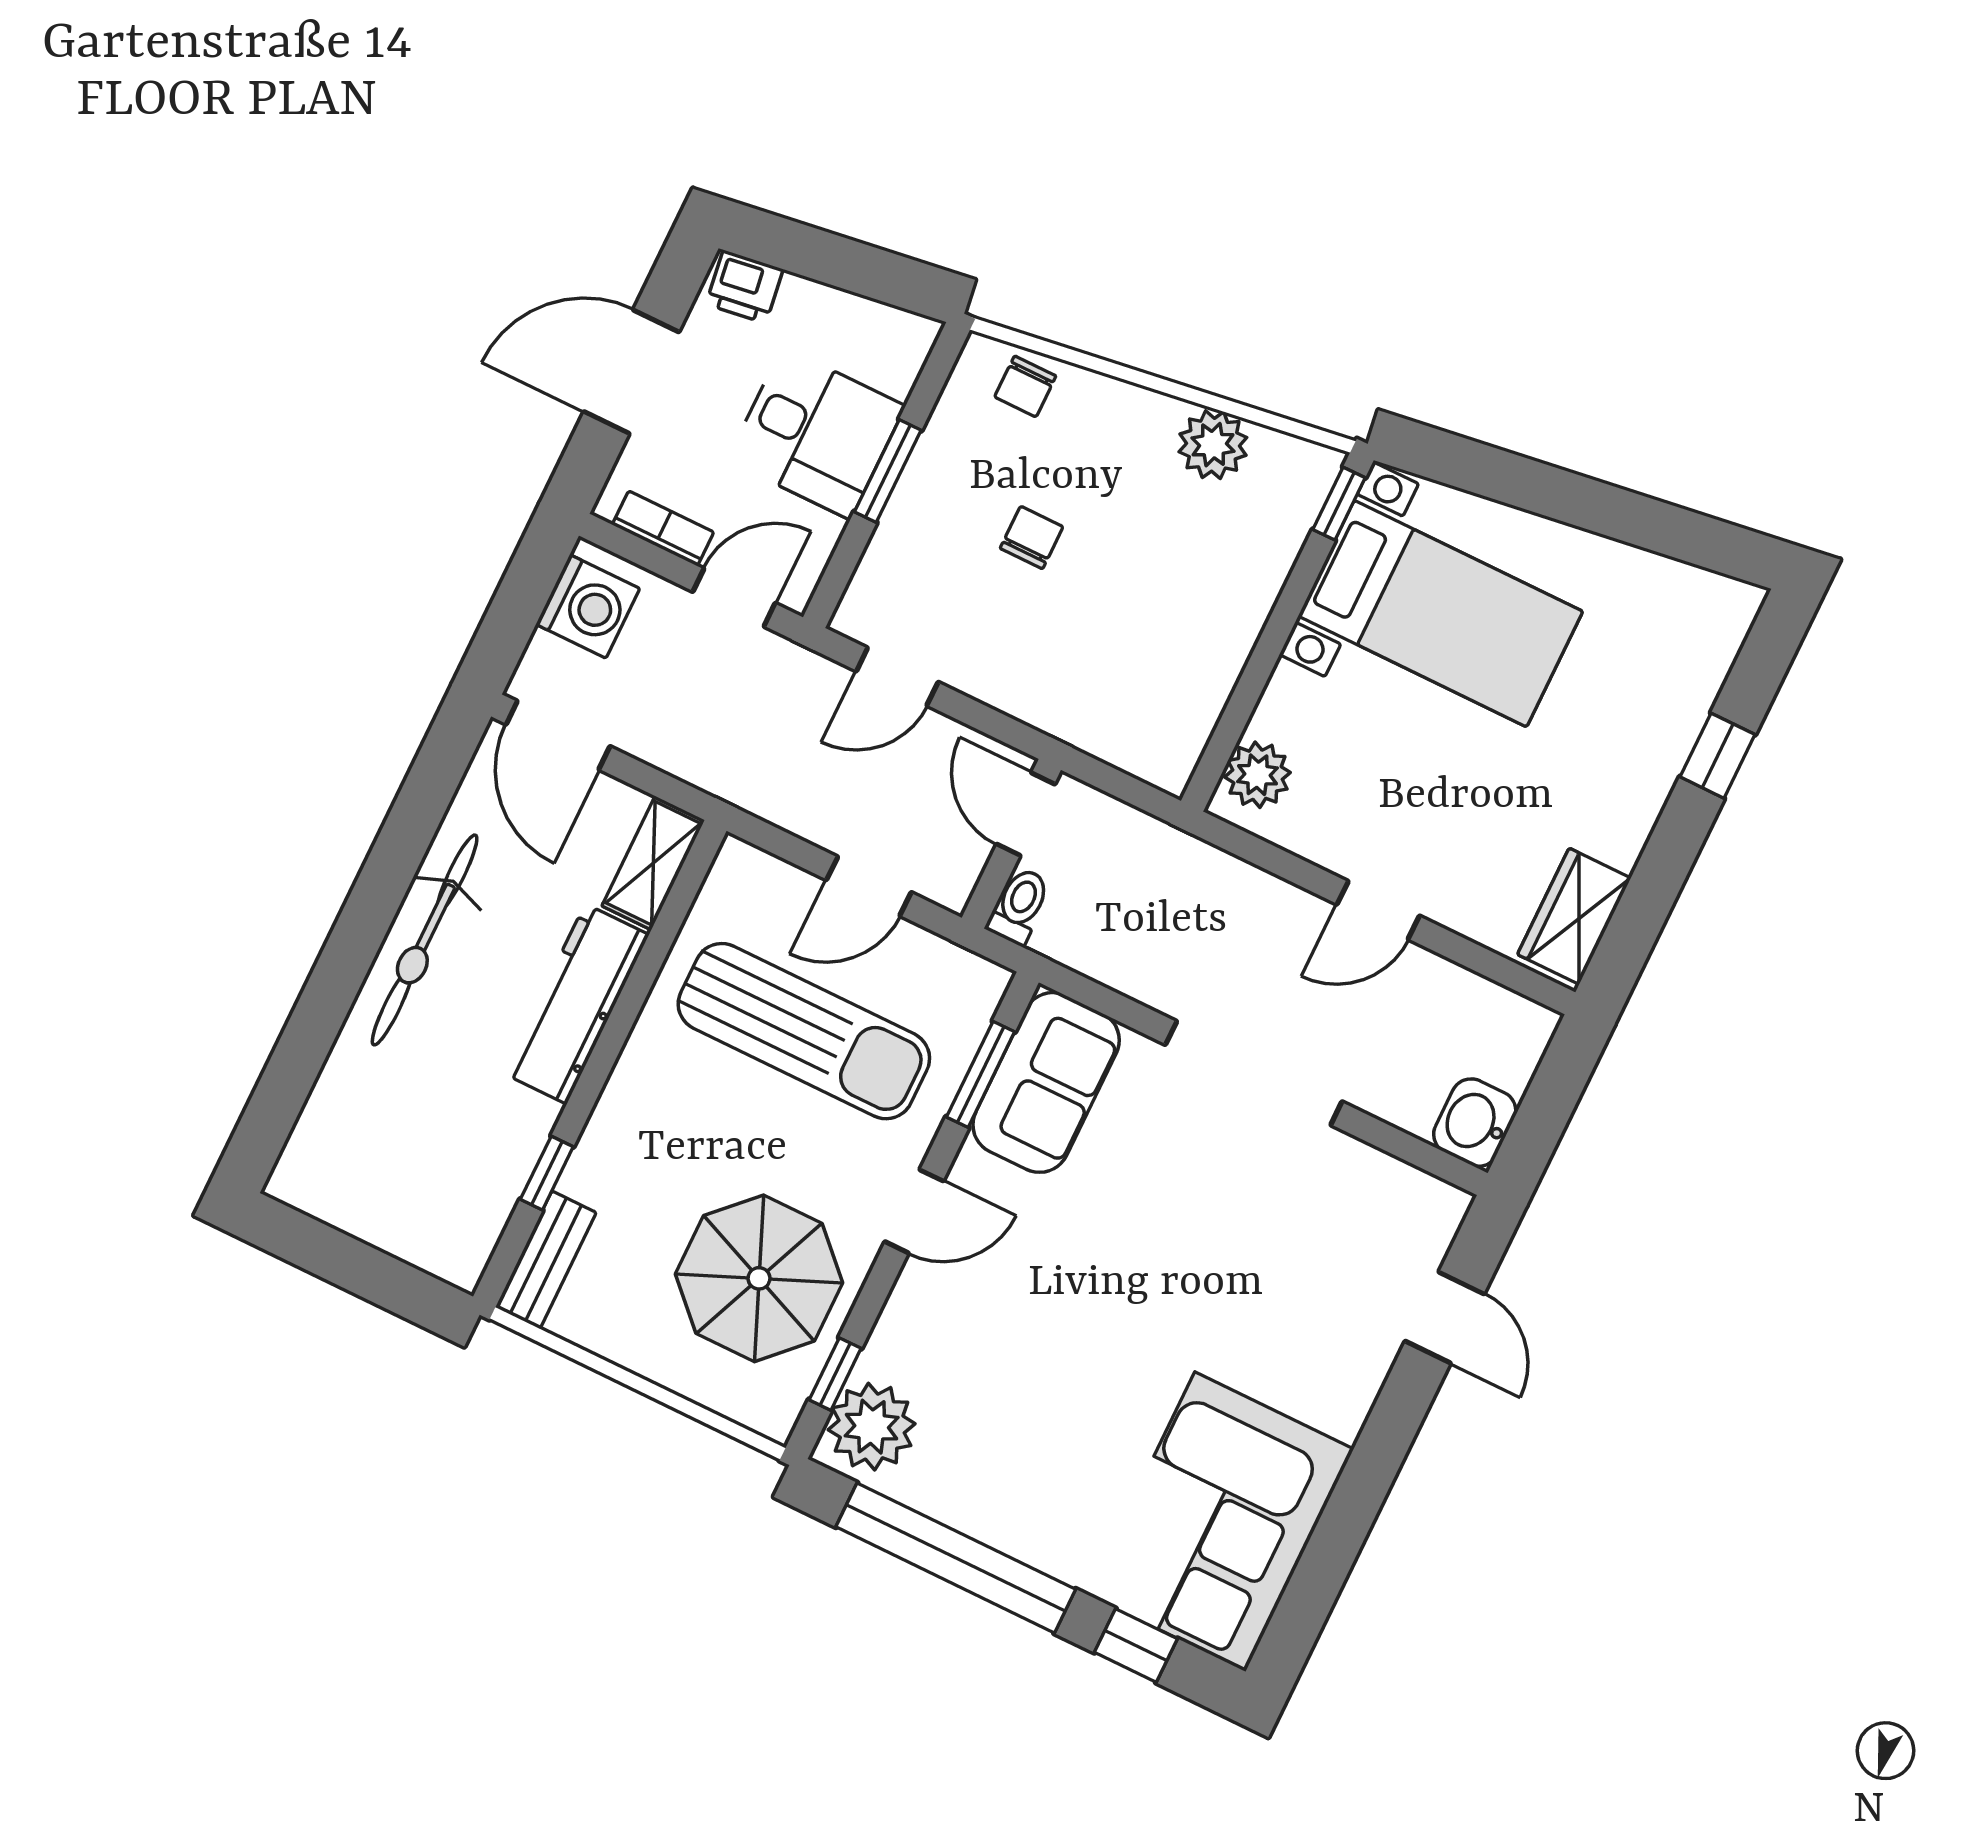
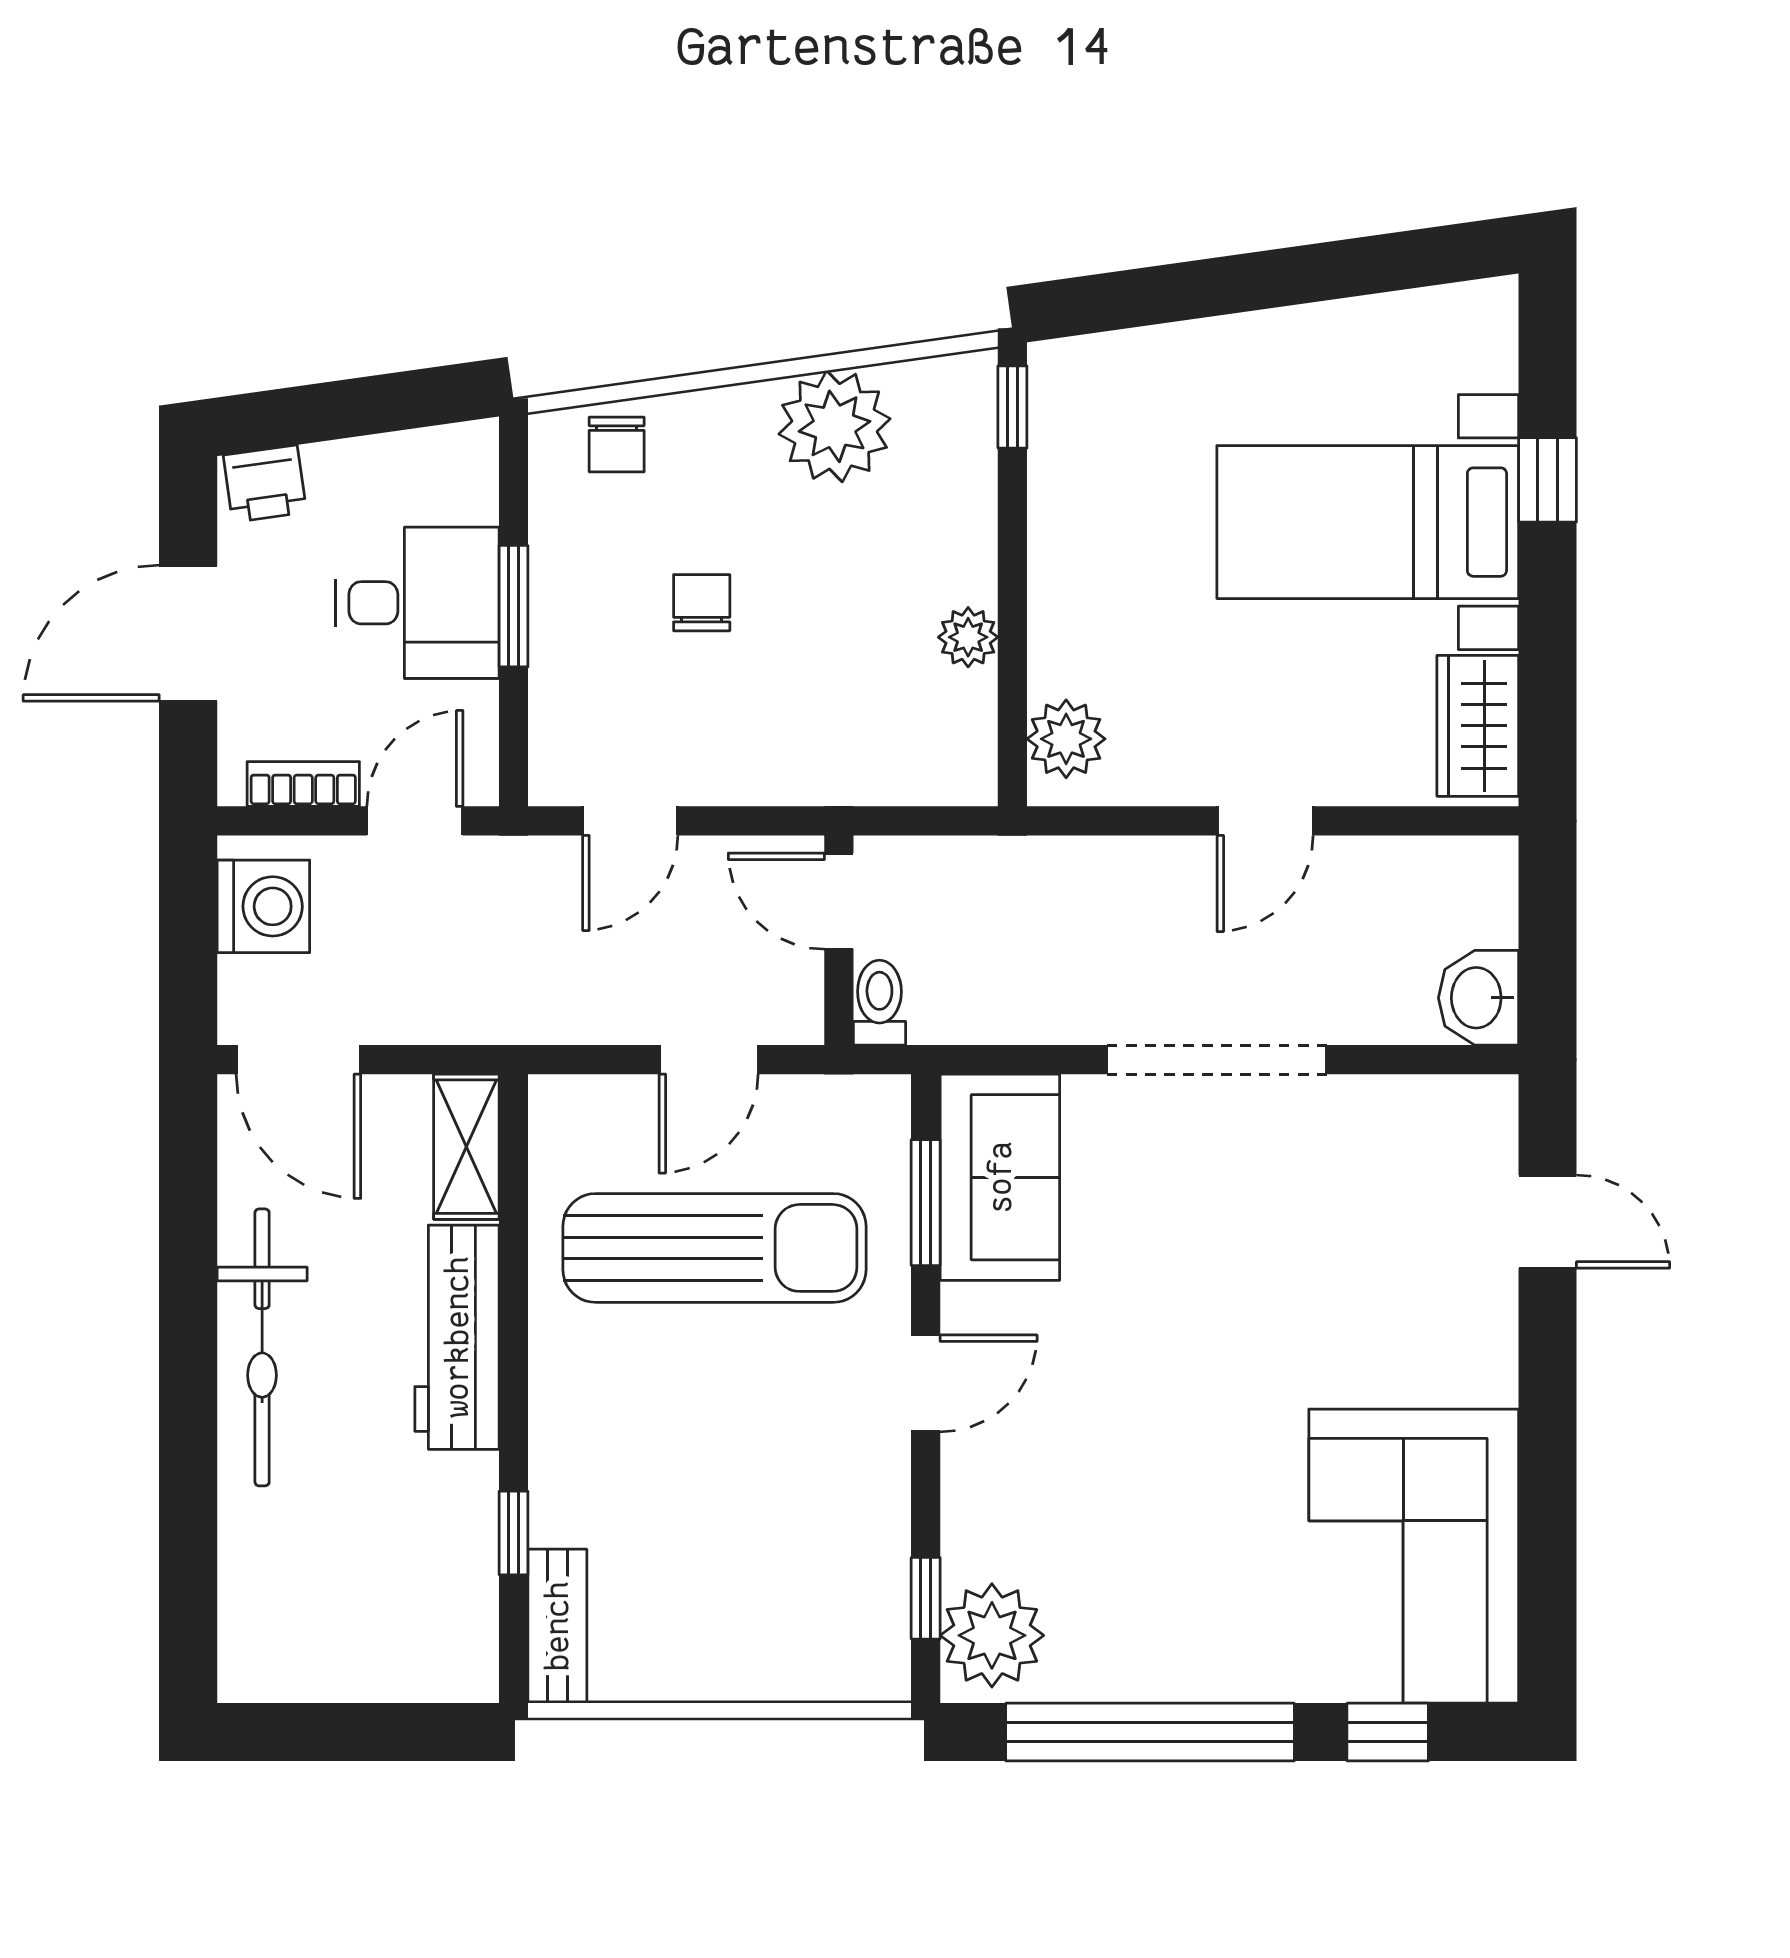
plant: (1213, 445) -> (834, 426), width x1.36, depth x1.36
bed with nightstands: (1440, 614) -> (1368, 522), moved, turned 180
plant: (1221, 662) -> (968, 637), added
parasol: (759, 1278) -> (795, 1535), removed

